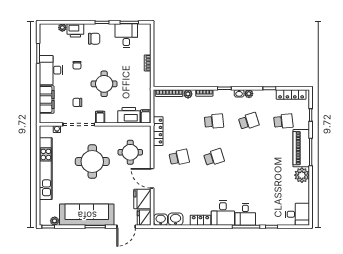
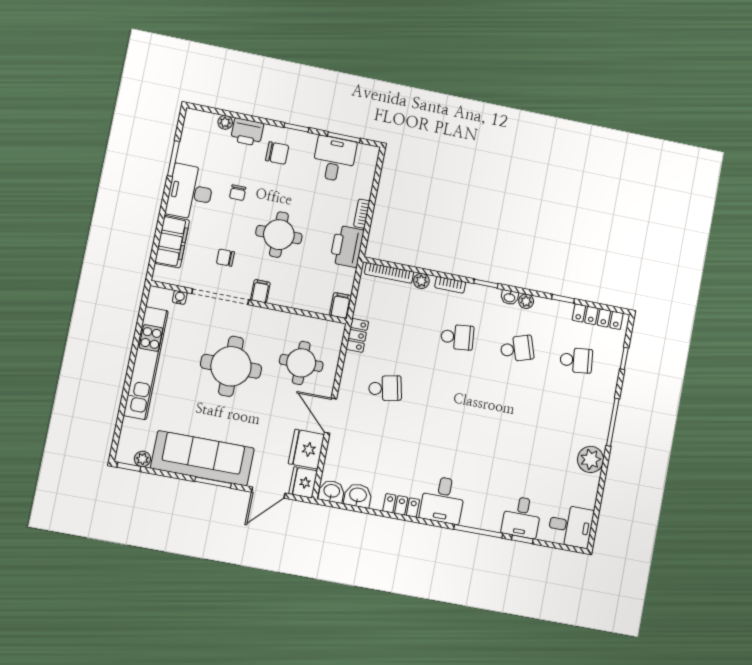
printer: (129, 115) -> (347, 246), moved, turned -90
locker: (158, 131) -> (357, 335), width x0.66
piano: (301, 148) -> (598, 412), removed
school desk: (214, 157) -> (445, 400), removed
desk: (245, 214) -> (521, 517), moved

